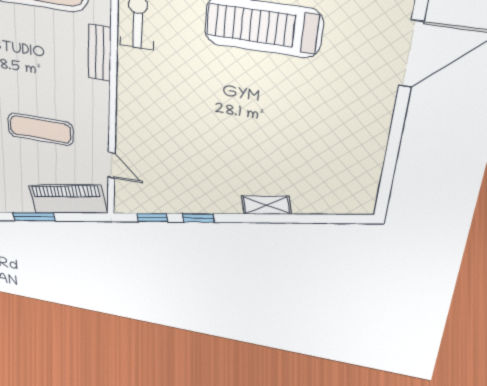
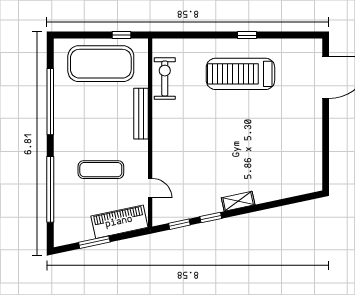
bench: (100, 53) -> (141, 114), width x1.36
shelving: (266, 205) -> (238, 201), moved

